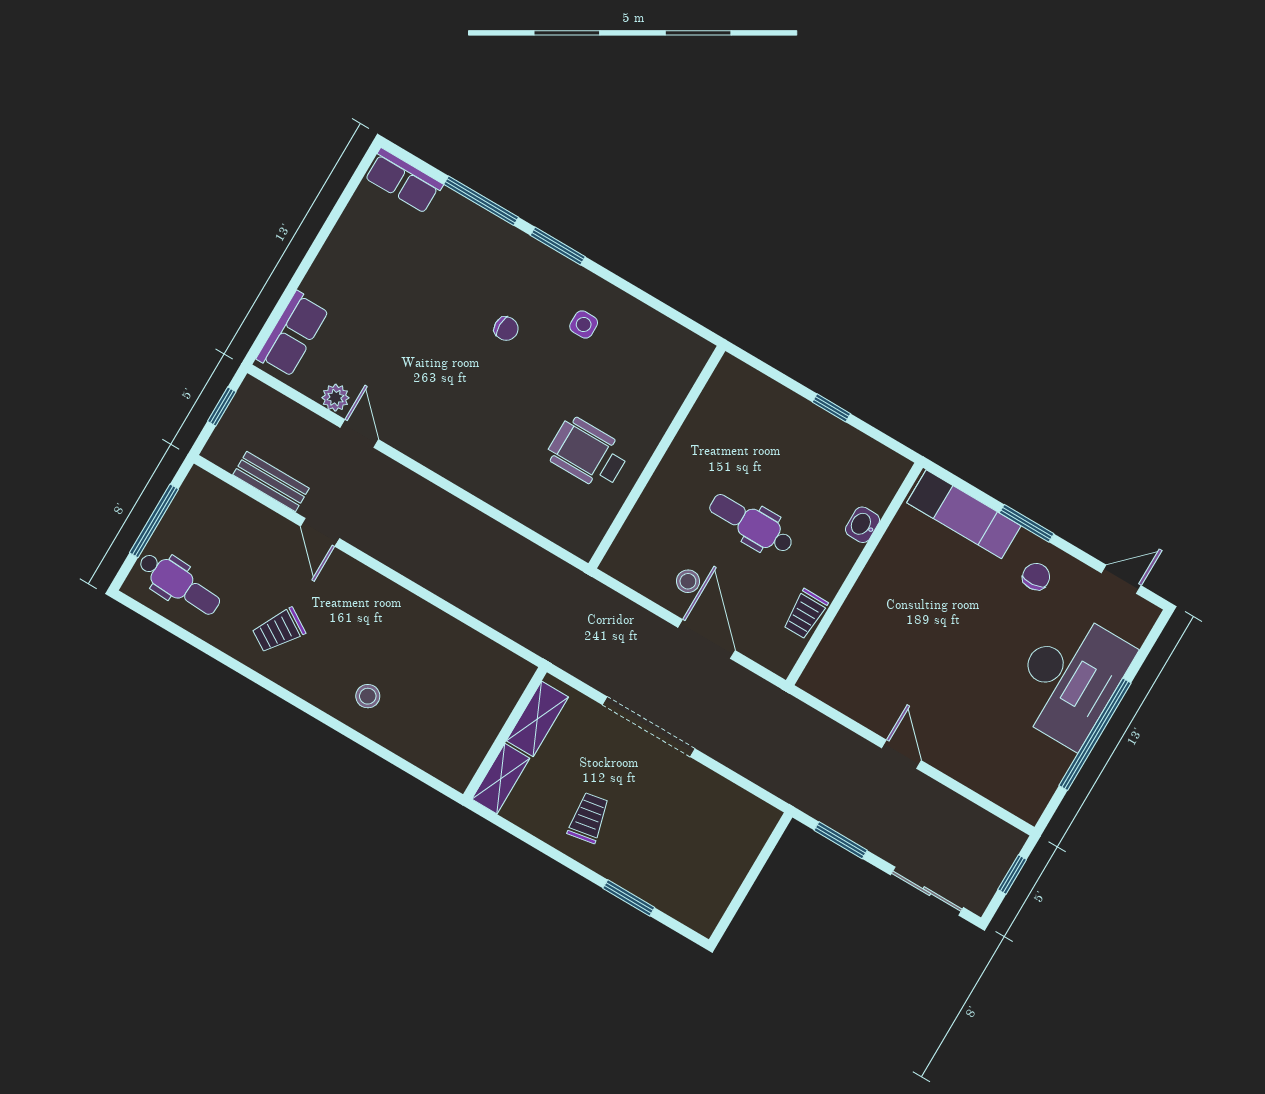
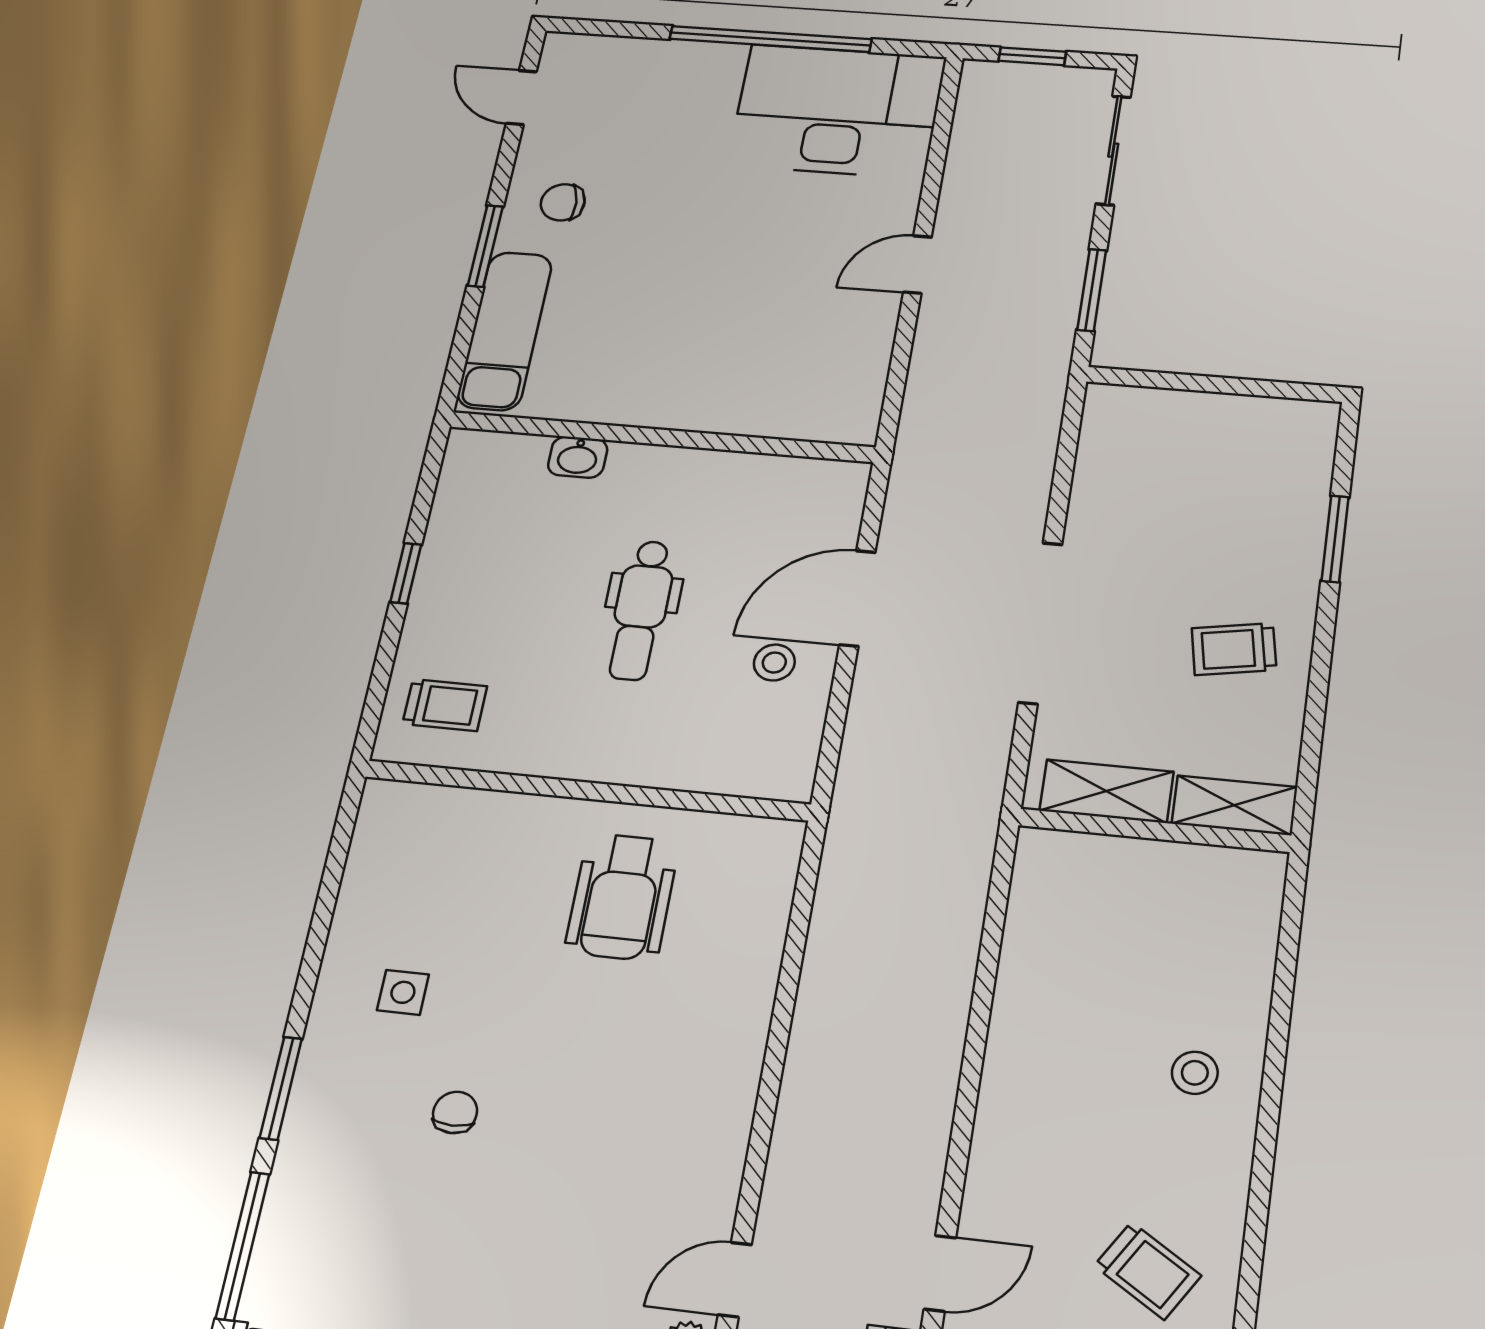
trolley: (805, 614) -> (445, 705), moved
desk: (1070, 679) -> (837, 111), moved

